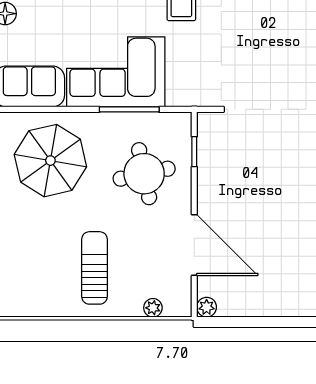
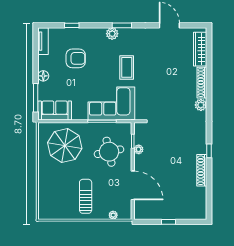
corner sofa: (116, 72) -> (111, 104), moved
plant: (207, 307) -> (139, 149), moved
window: (270, 322) -> (168, 222), added

